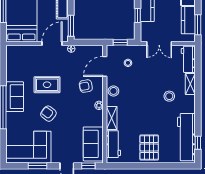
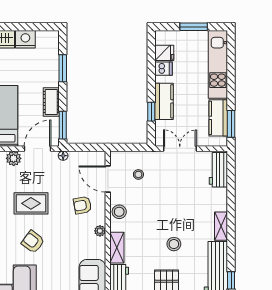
window: (120, 42) -> (128, 147), removed
double door: (159, 43) -> (180, 149), swing flipped
plant: (34, 51) -> (14, 158), added
door: (105, 66) -> (108, 179), hinge flipped
shelving: (190, 84) -> (221, 226), moved
stool: (169, 96) -> (174, 244), moved

